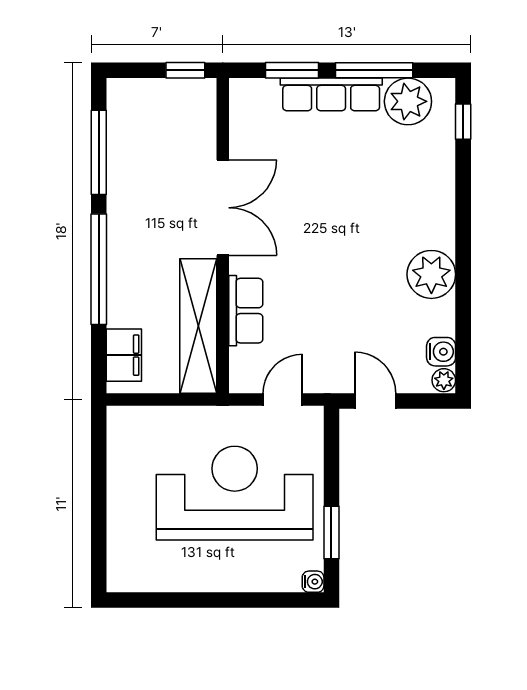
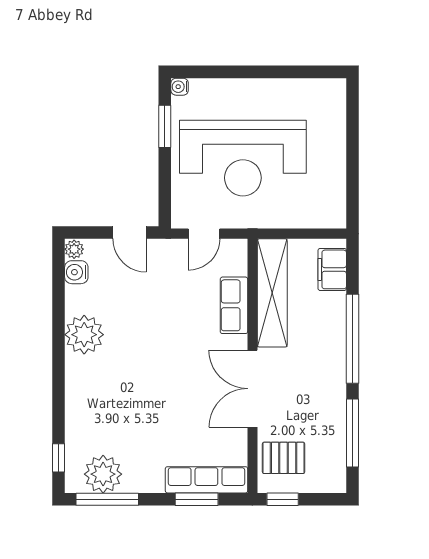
window: (374, 70) -> (107, 499), moved
row of seats: (331, 94) -> (206, 480), moved
pallet: (184, 122) -> (284, 458), added

